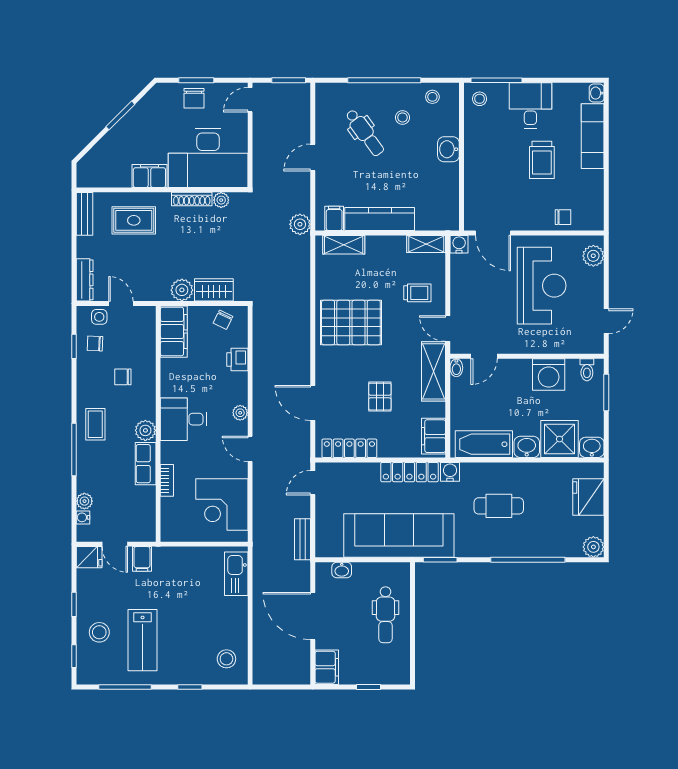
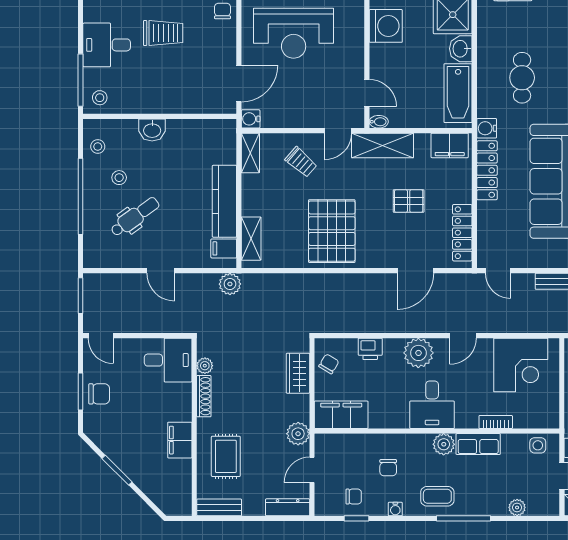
desk: (208, 158) -> (168, 360), width x0.53, depth x0.77
reception desk: (542, 286) -> (294, 33), turned 180
plant: (182, 290) -> (298, 434), moved
trolley: (417, 293) -> (301, 162), turned 131
side table: (99, 317) -> (538, 445), moved
chair: (223, 320) -> (329, 364), turned -85
chair: (95, 344) -> (354, 497), turned -92
plant: (240, 413) -> (418, 353), width x1.88, depth x1.88
water cooler: (83, 517) -> (395, 509), moved

